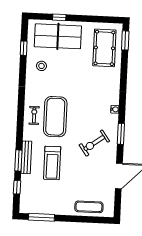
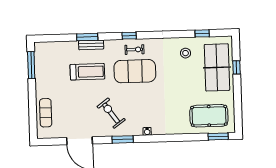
bench: (26, 157) -> (91, 45), width x0.73
treadmill: (52, 163) -> (87, 72), turned 180
window: (17, 187) -> (129, 36), moved

